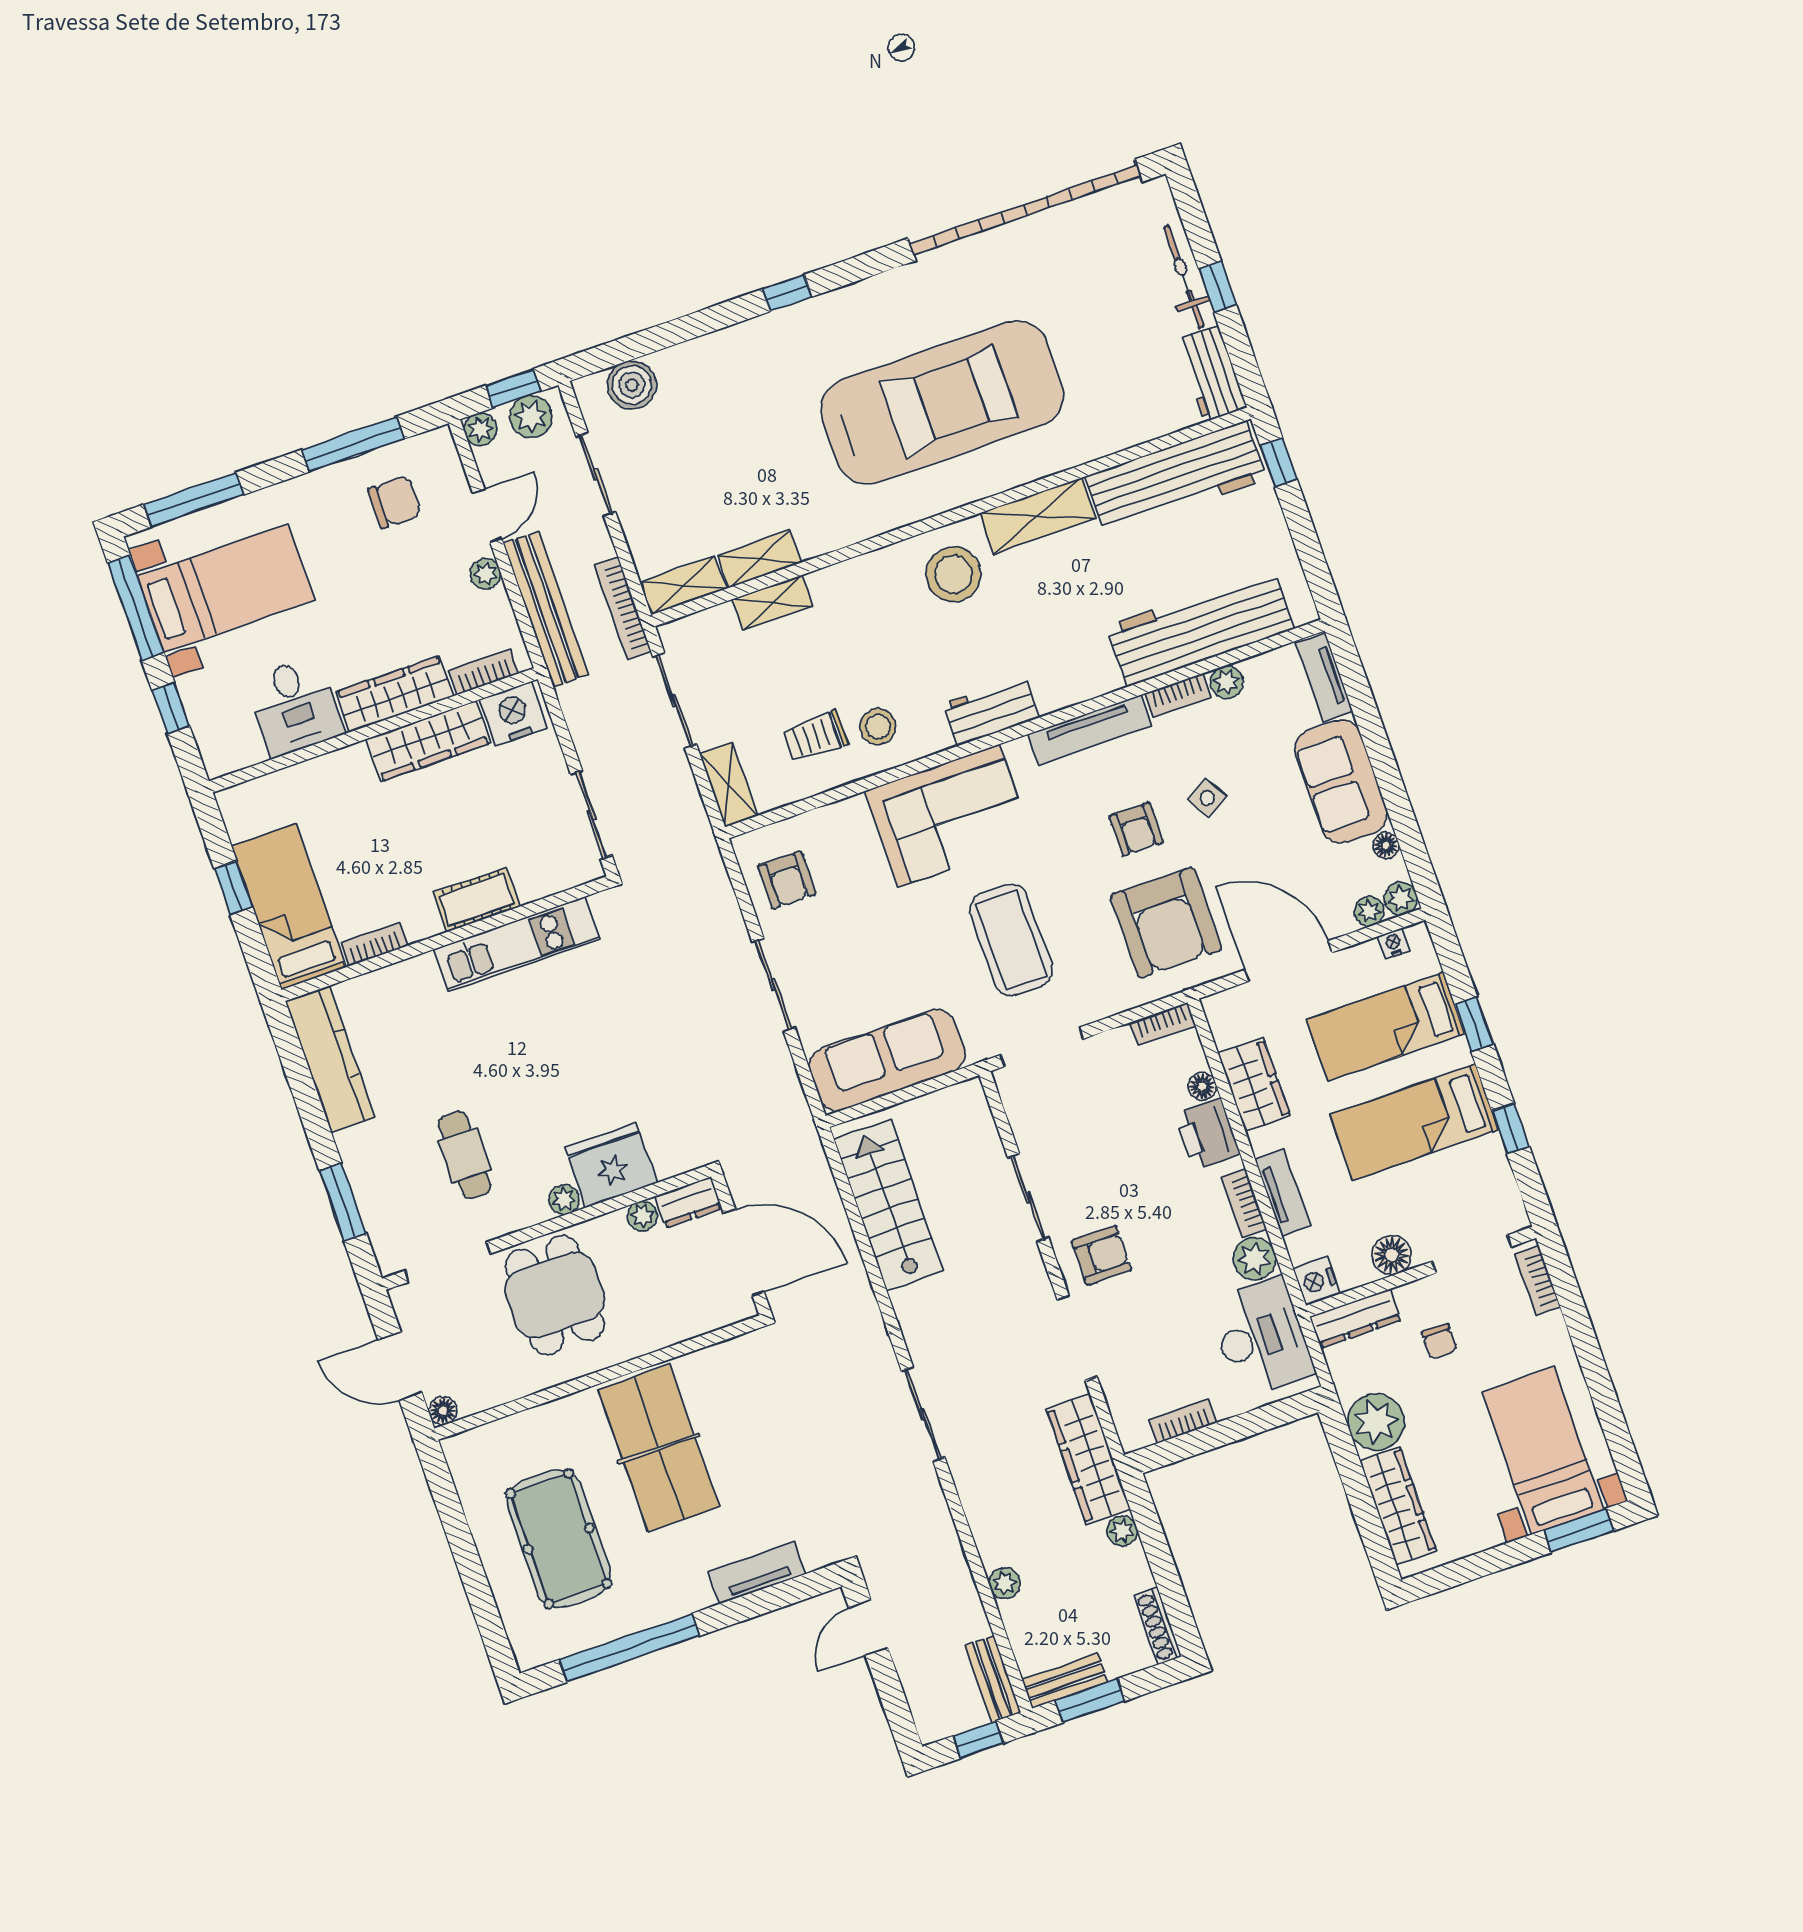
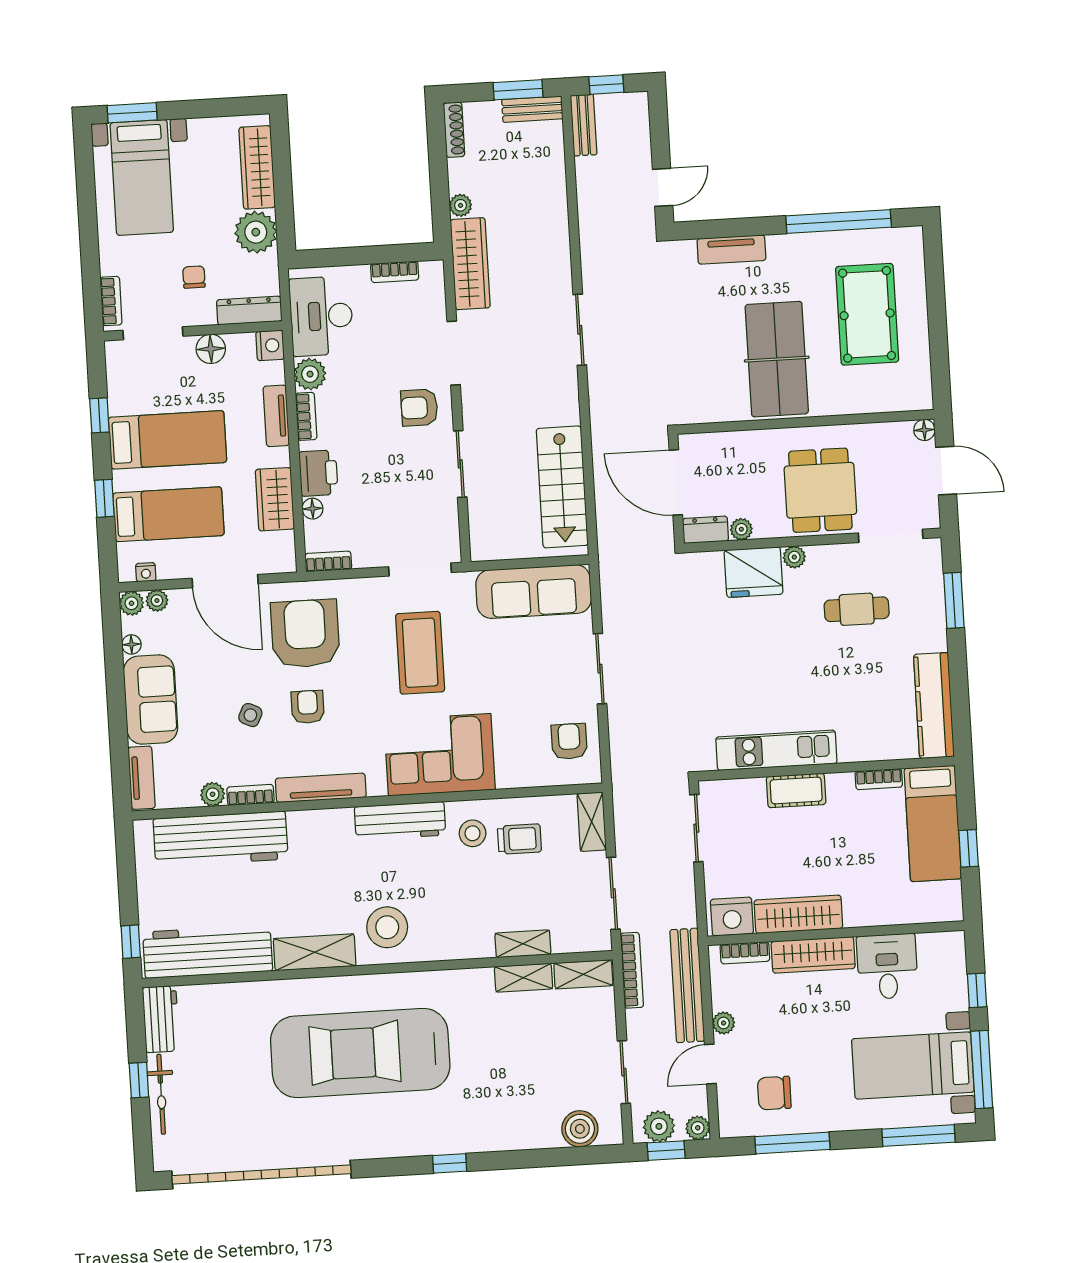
workbench: (991, 711) -> (400, 821), width x1.38
side table: (1207, 798) -> (250, 715), turned -34
cafe table: (465, 1155) -> (857, 609), turned 90
plant: (1005, 1583) -> (556, 192), removed

